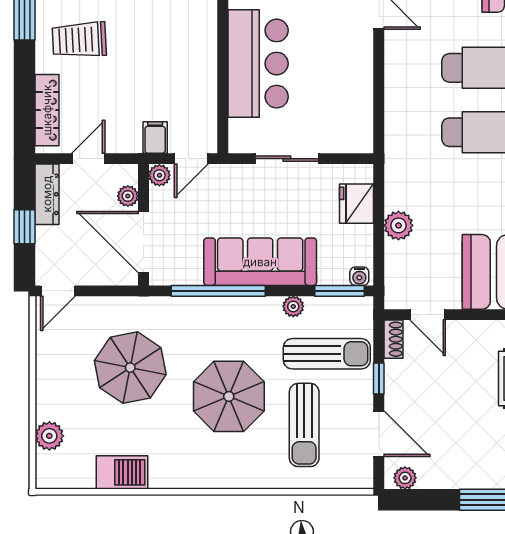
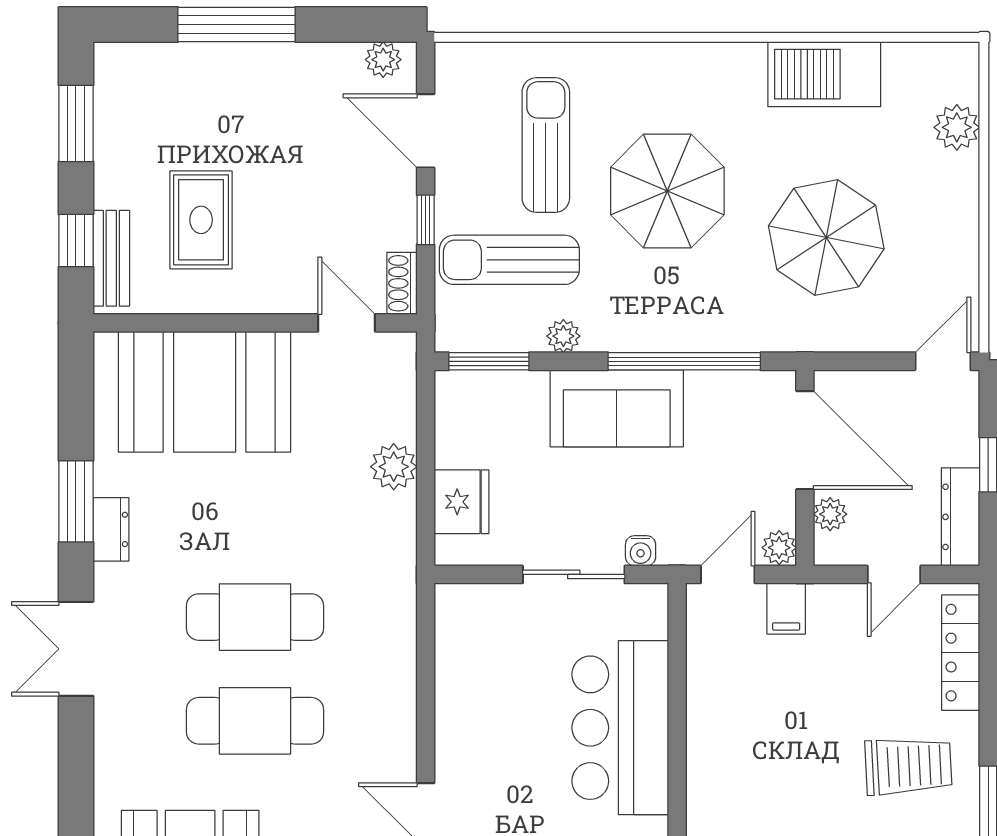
sofa: (260, 262) -> (617, 408), width x0.73
water cooler: (359, 276) -> (641, 551), moved, turned 180
barbecue: (122, 472) -> (824, 74), width x1.37, depth x1.21

